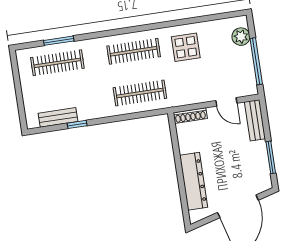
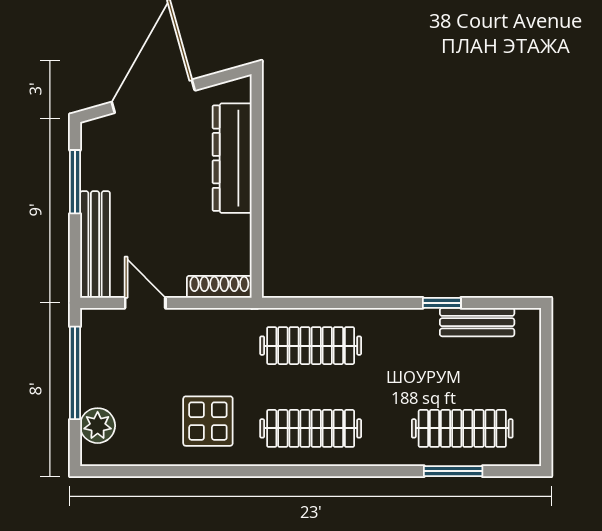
bench: (255, 120) -> (95, 244), width x1.36

